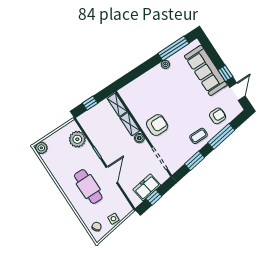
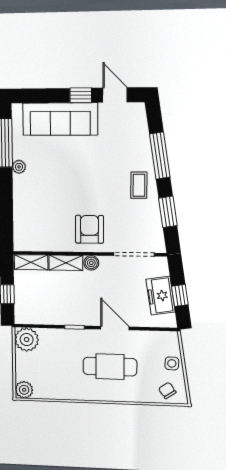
armchair: (218, 116) -> (129, 143), removed
plant: (77, 139) -> (27, 340), moved

